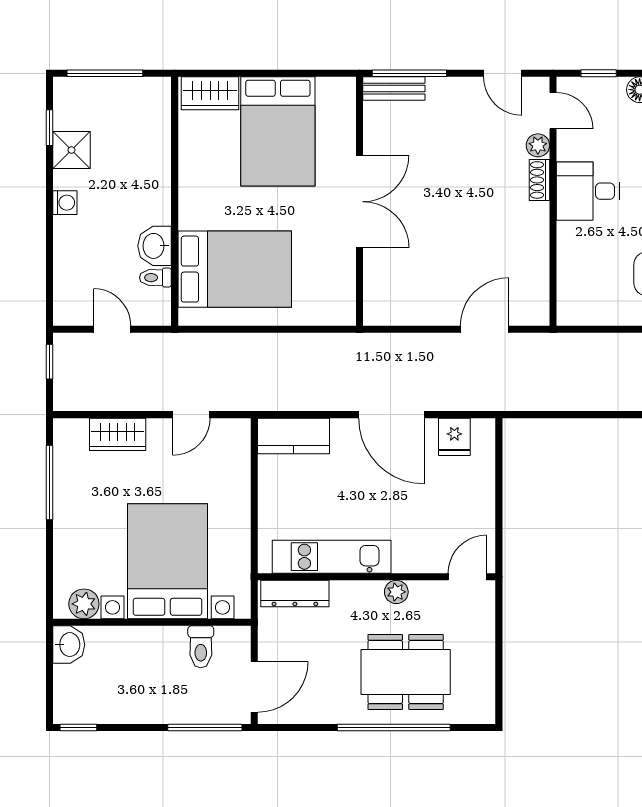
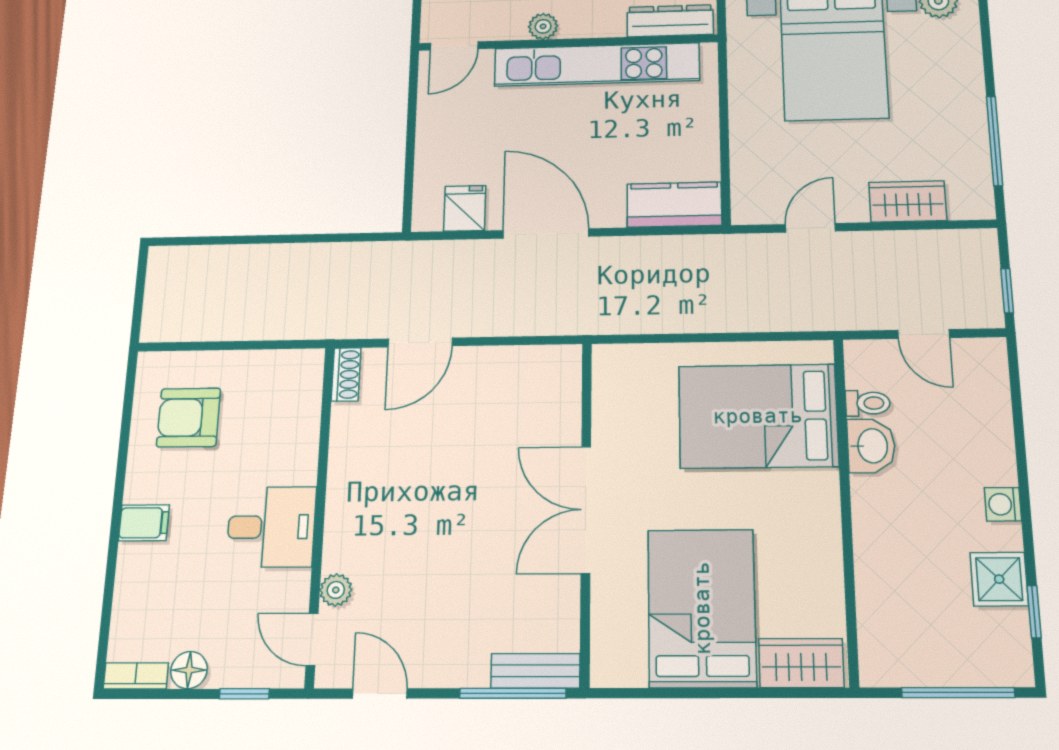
shoe rack: (539, 180) -> (346, 374), moved
kitchen unit: (332, 557) -> (597, 65), width x1.36

